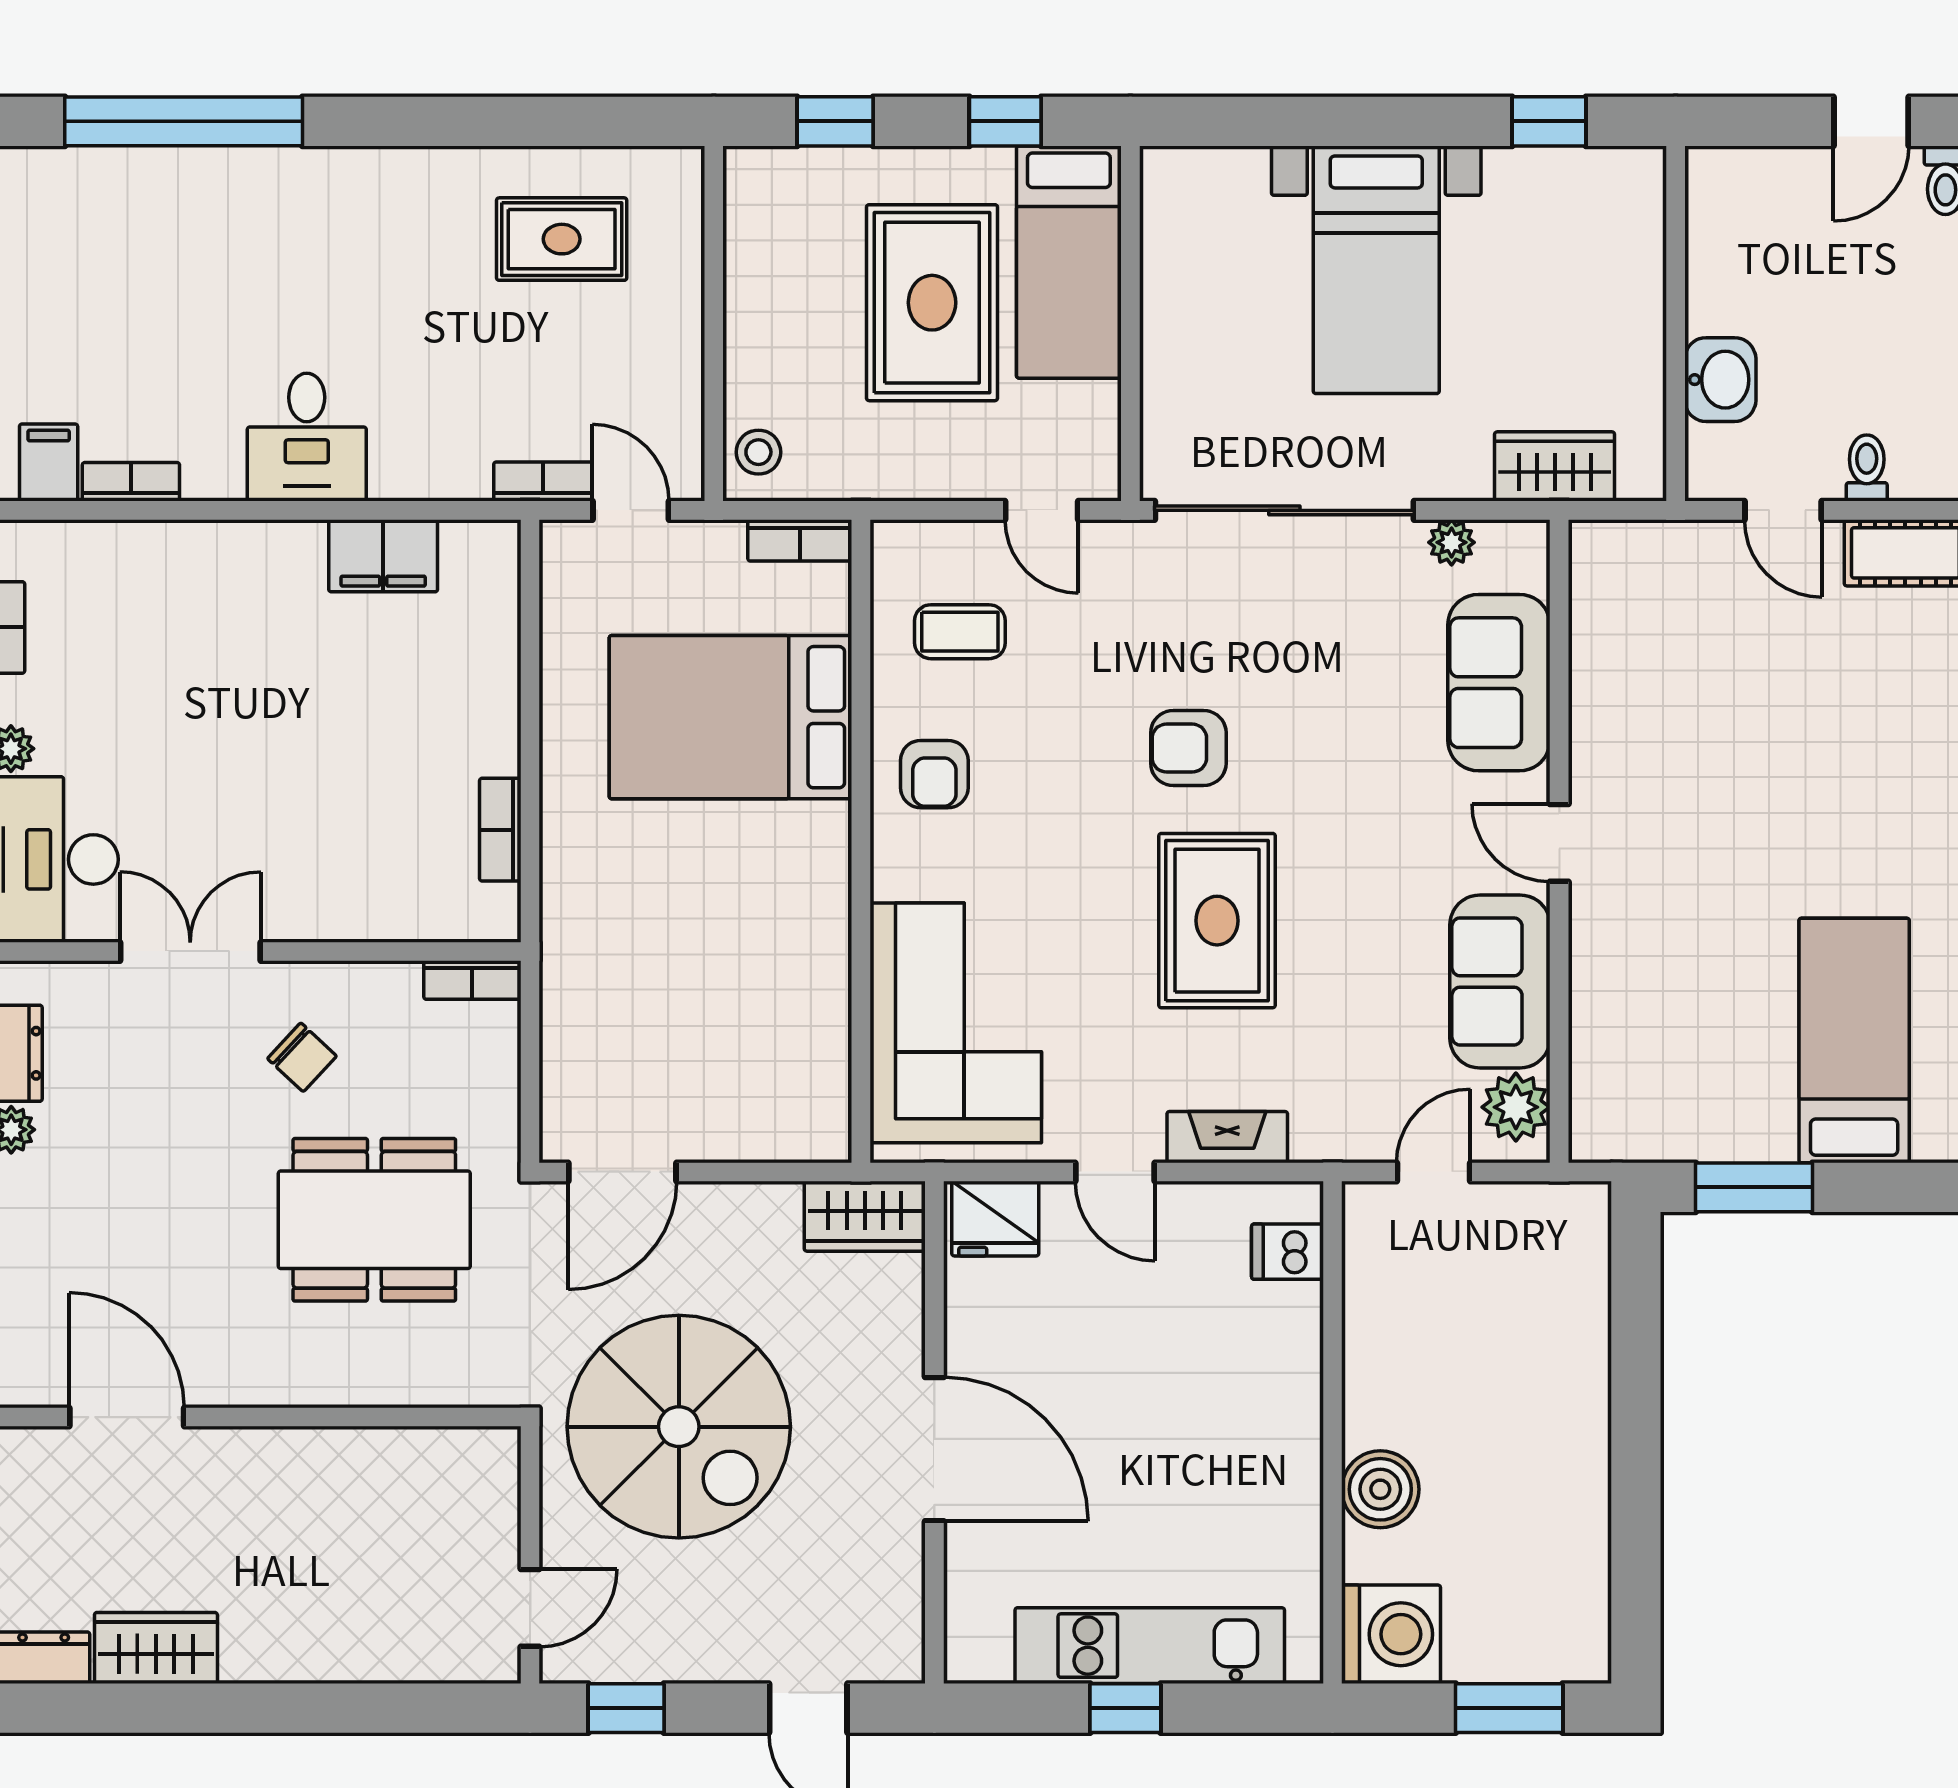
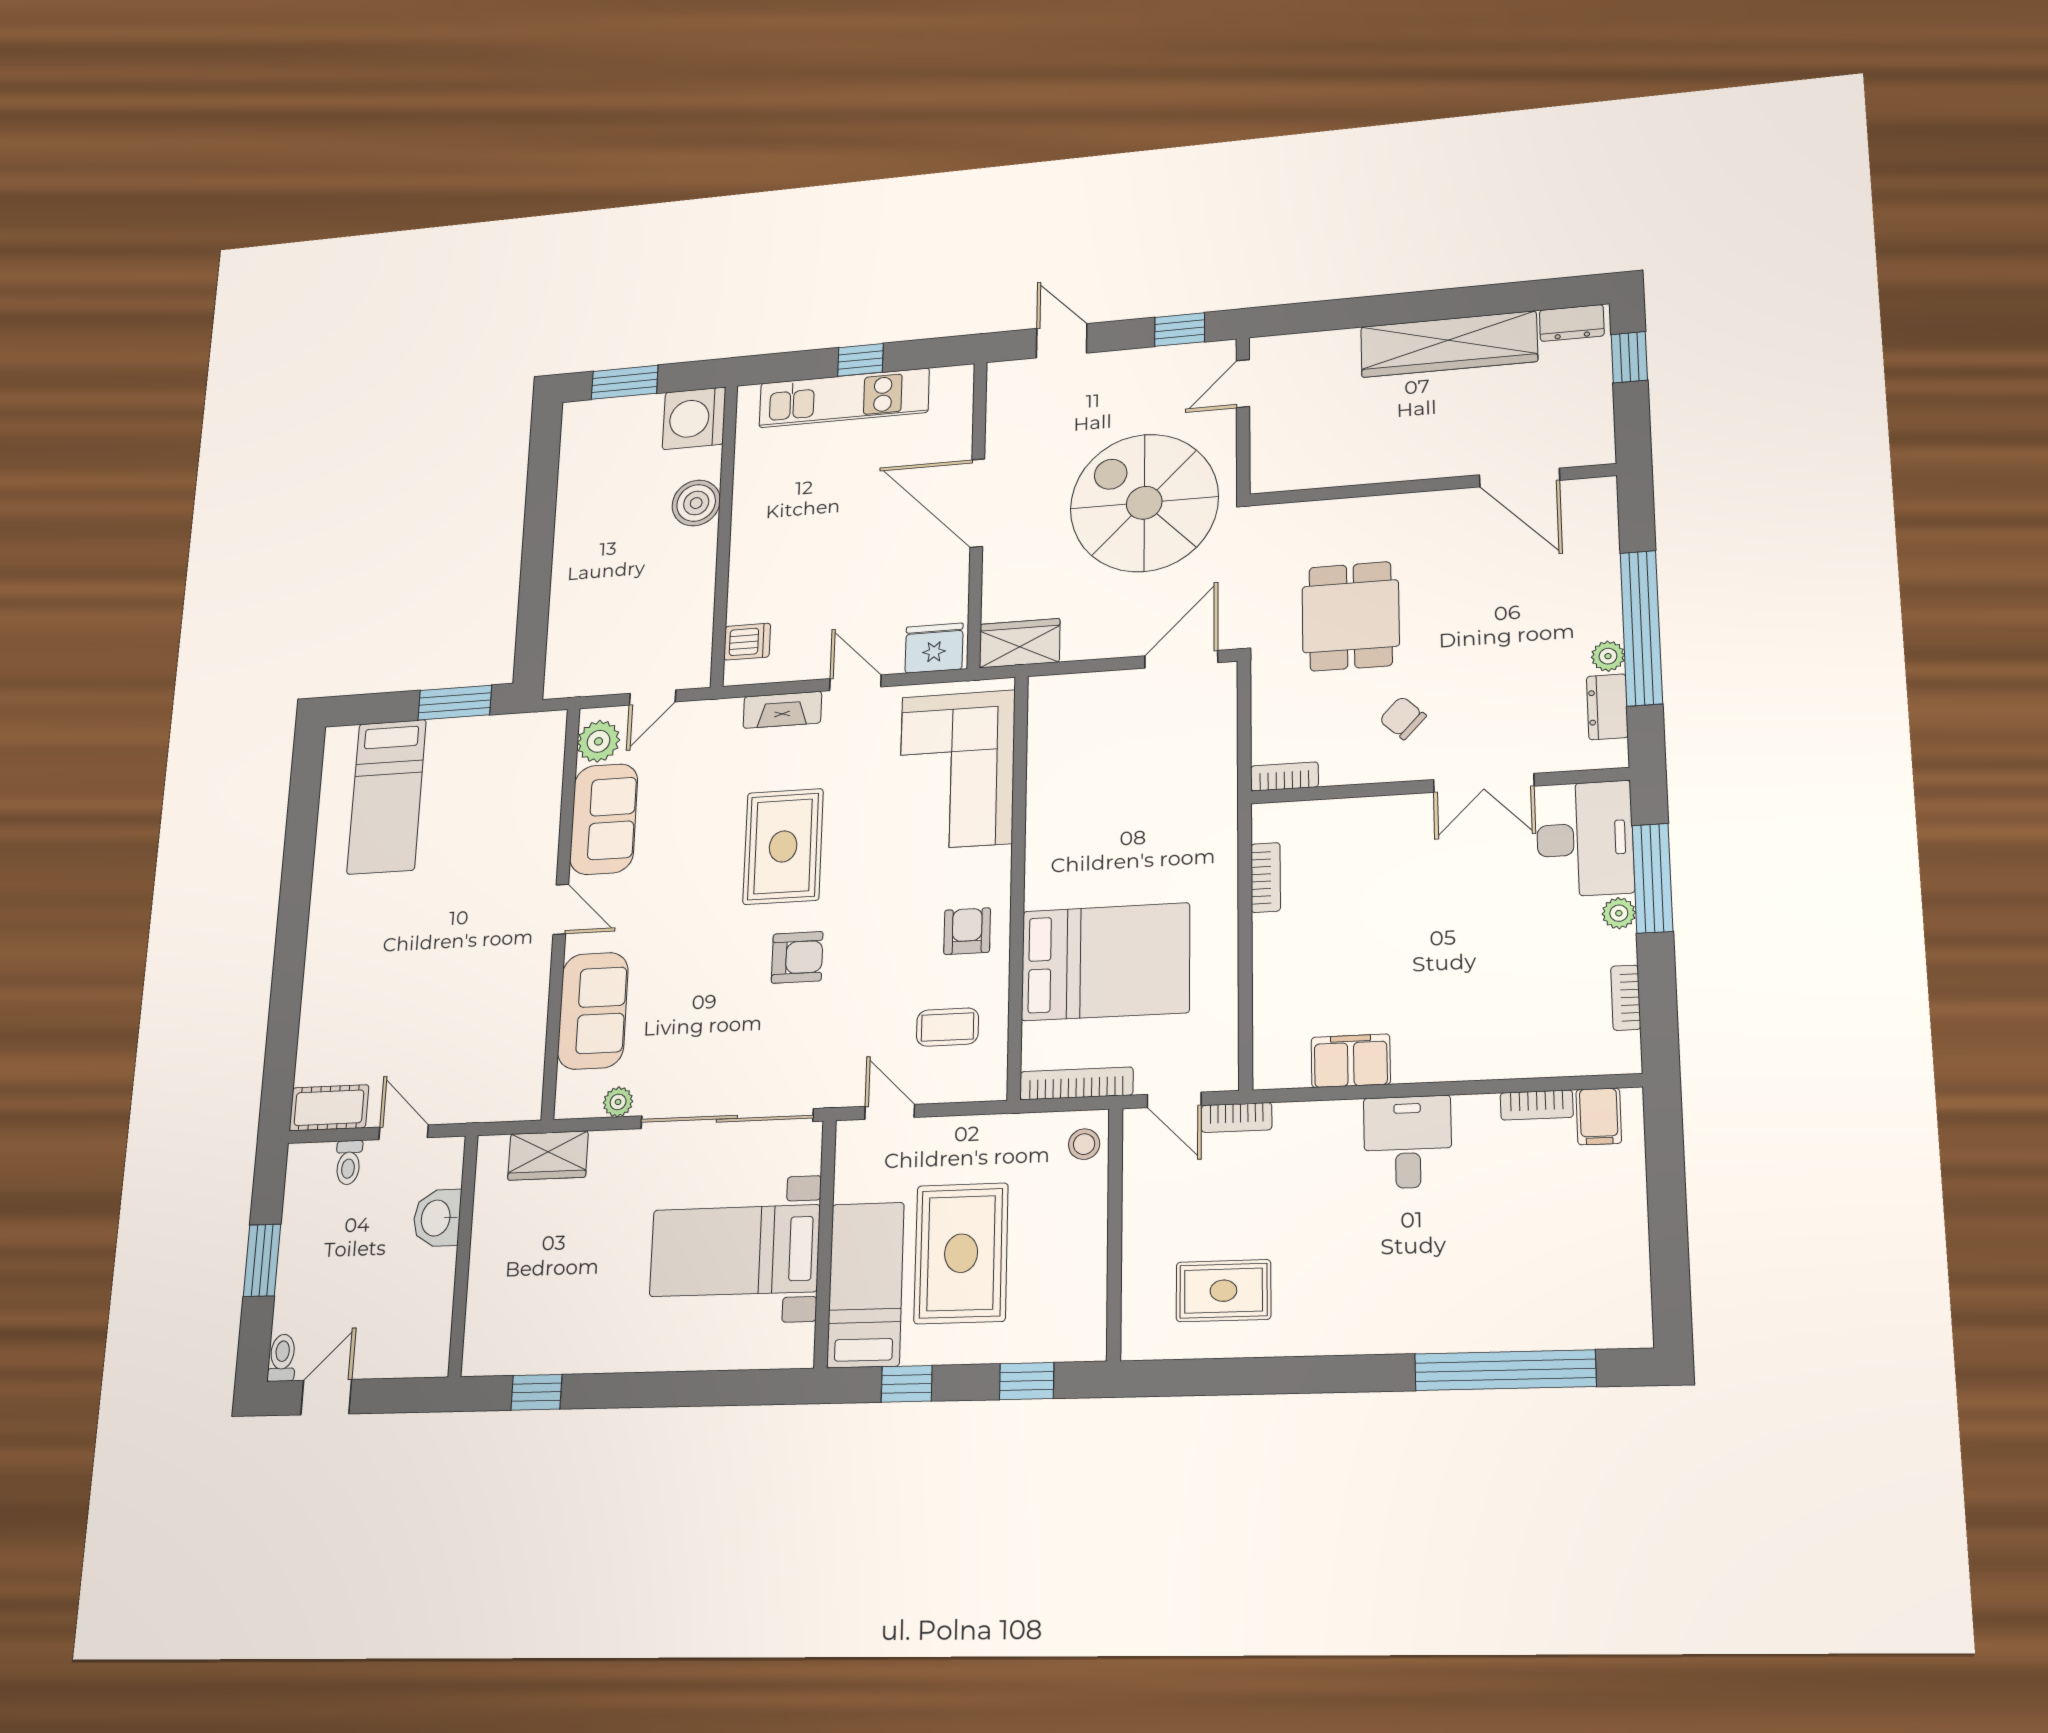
bed with nightstands: (1376, 270) -> (735, 1251), moved, turned -90
bookcase: (800, 540) -> (1076, 1083), width x1.56
dining table: (374, 1220) -> (1351, 616), width x0.73
wardrobe: (156, 1648) -> (1449, 344), width x2.10, depth x1.17

